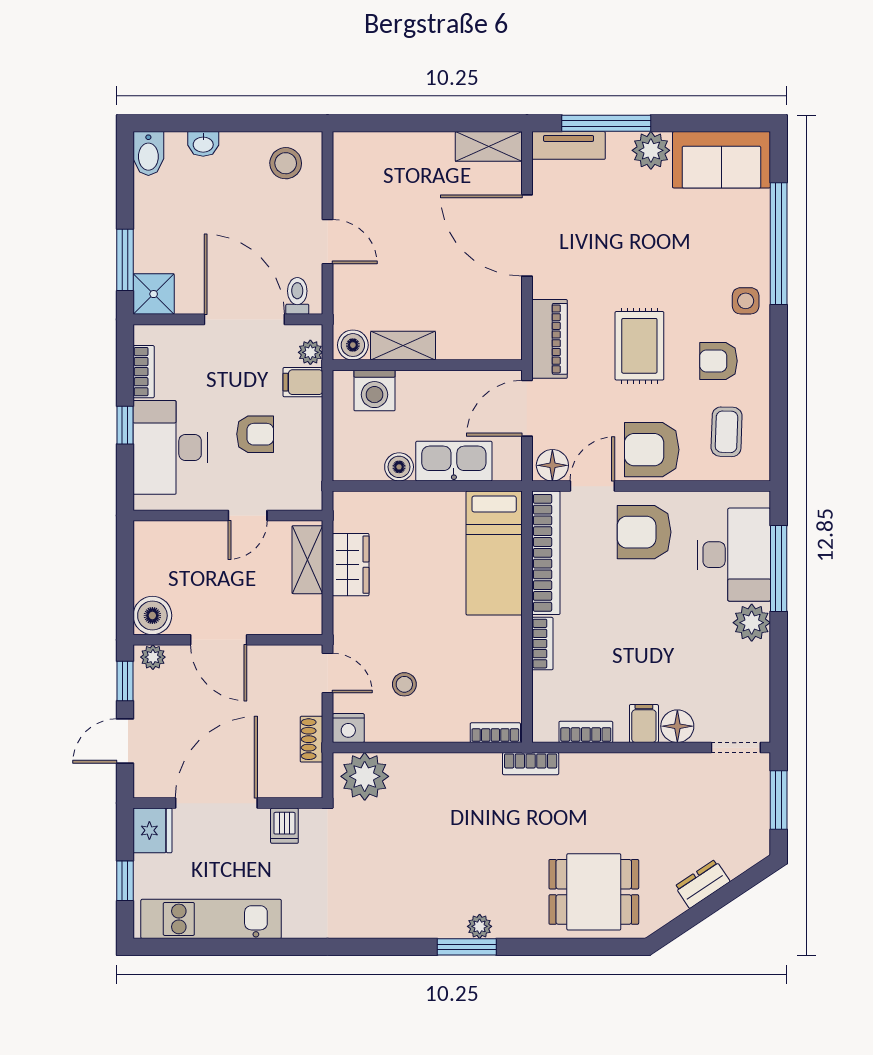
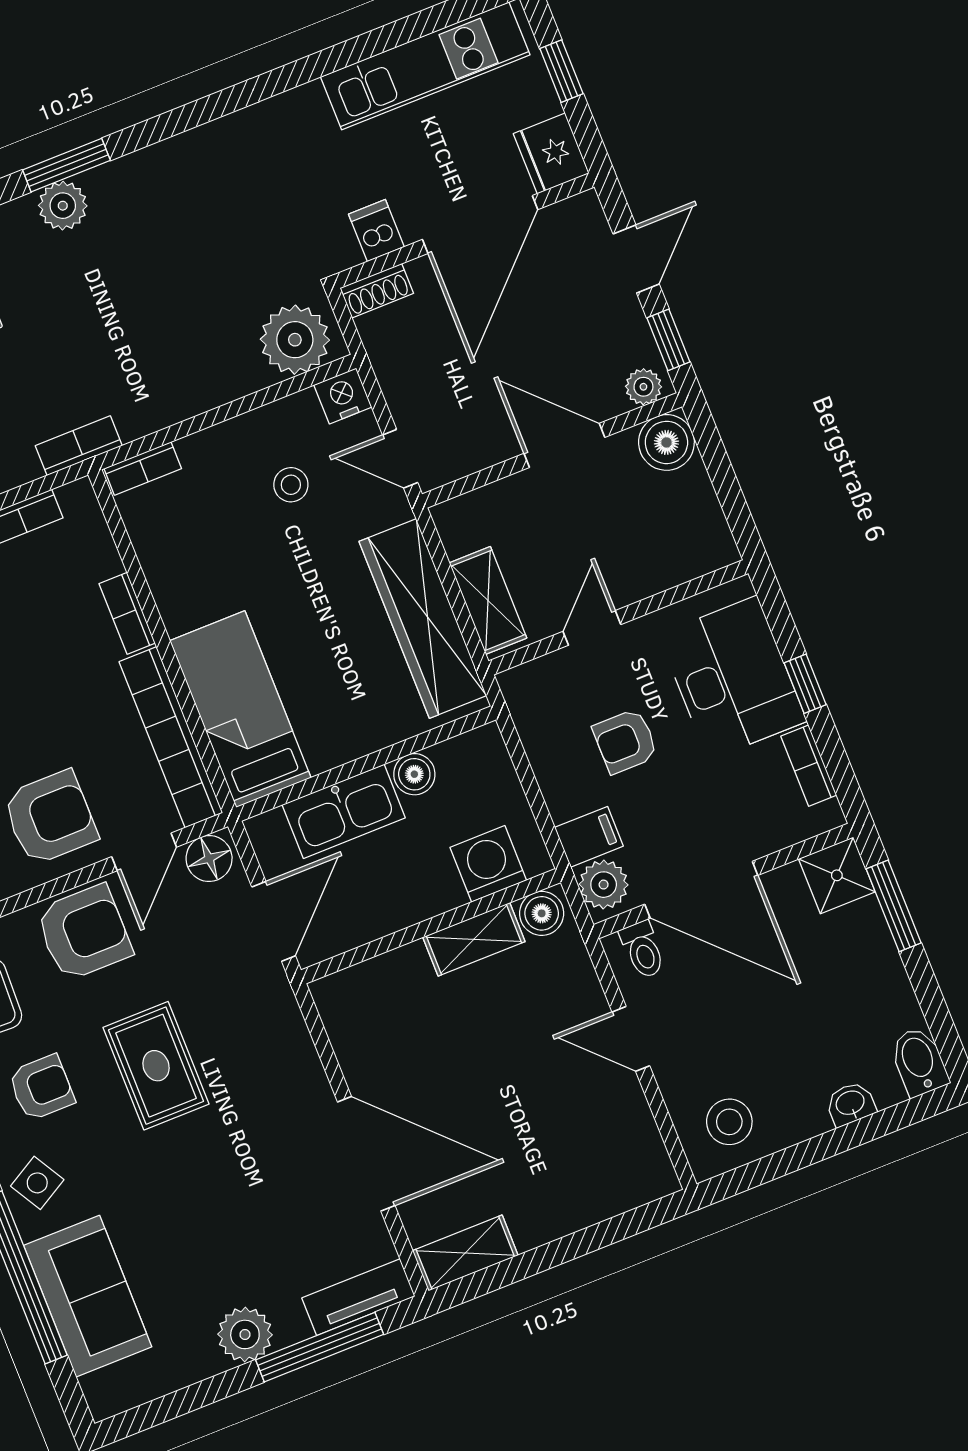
sofa: (721, 160) -> (88, 1296), moved, turned 90
side table: (746, 301) -> (37, 1183), turned -30
piano: (550, 339) -> (280, 1027), removed
plant: (310, 352) -> (604, 885), width x1.38, depth x1.38
wardrobe: (351, 565) -> (423, 619), width x2.10, depth x1.17
shoe rack: (312, 739) -> (377, 291), moved, turned 90
plant: (480, 926) -> (63, 206), width x1.38, depth x1.38

